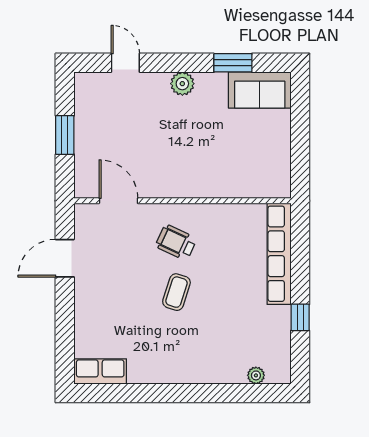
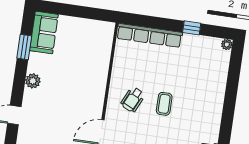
coffee table: (176, 292) -> (164, 104), turned 72
plant: (256, 375) -> (227, 44), moved

